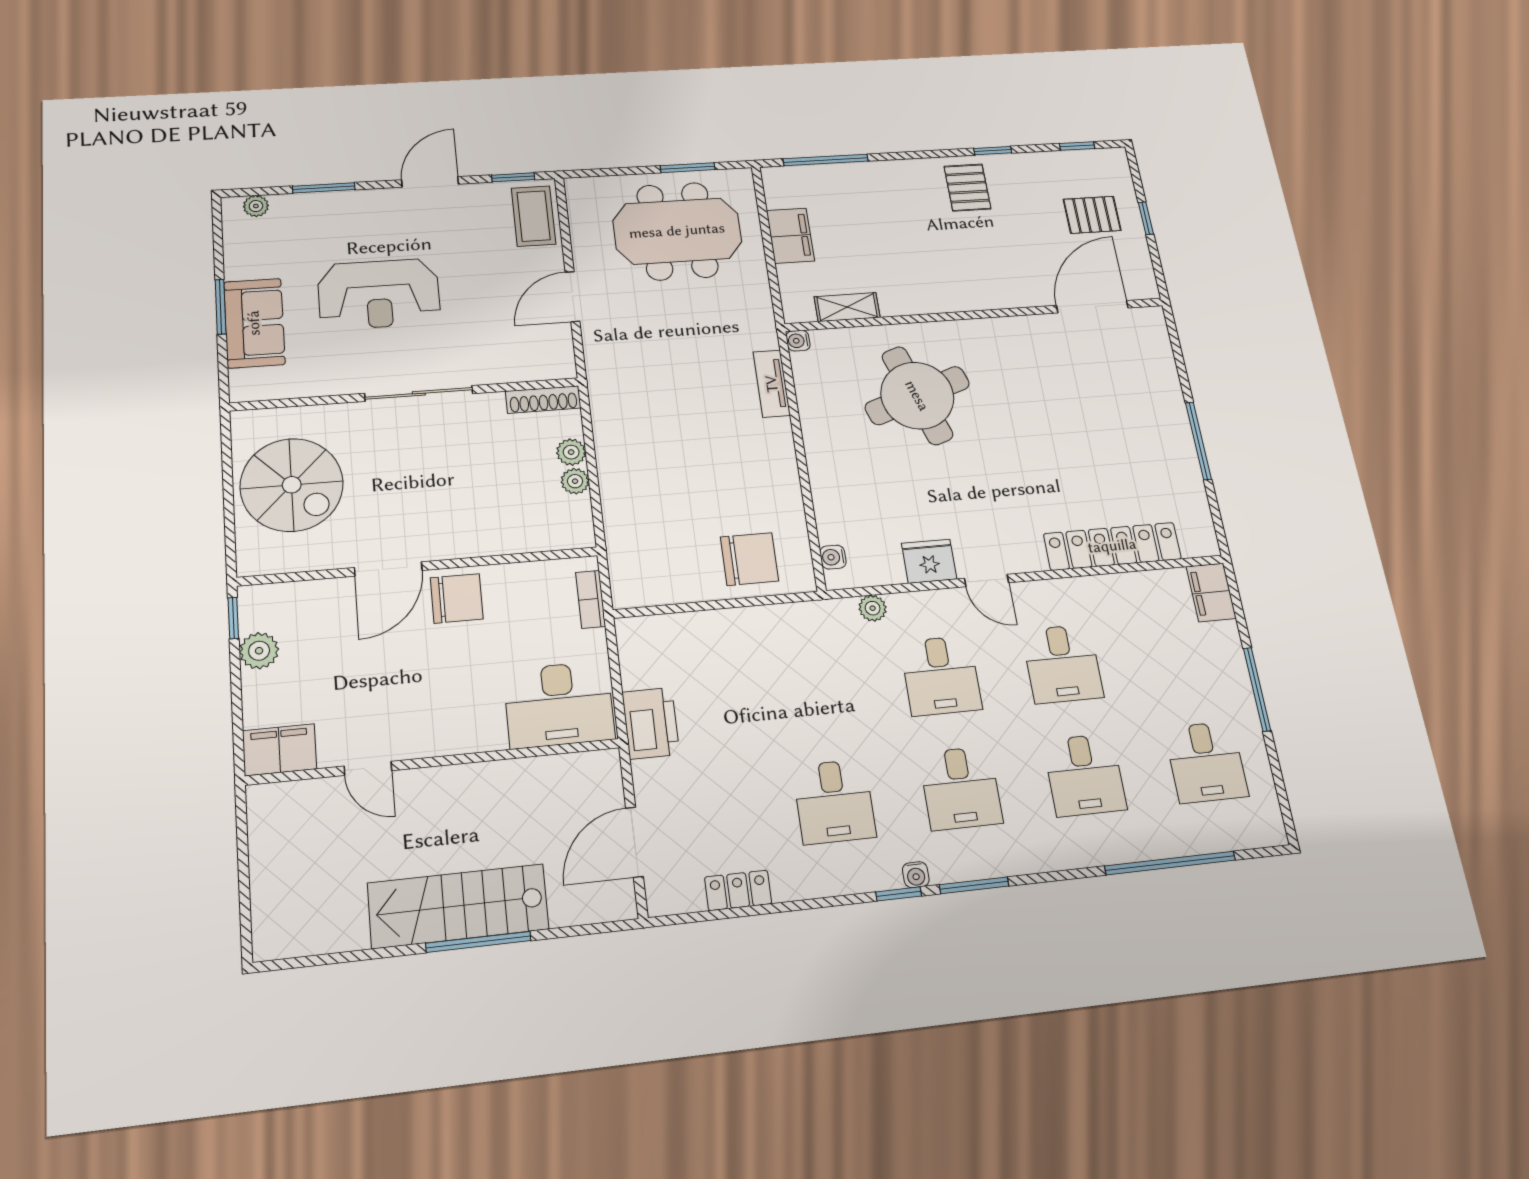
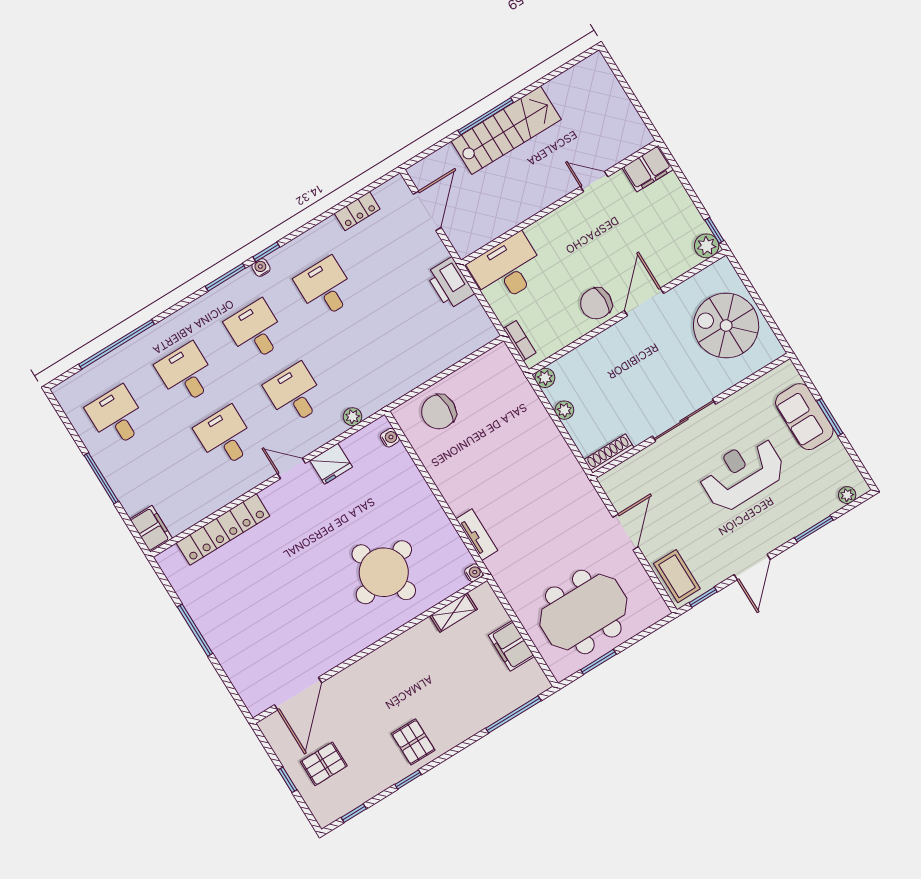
plant: (571, 452) -> (545, 378), moved
plant: (259, 651) -> (707, 246), moved

